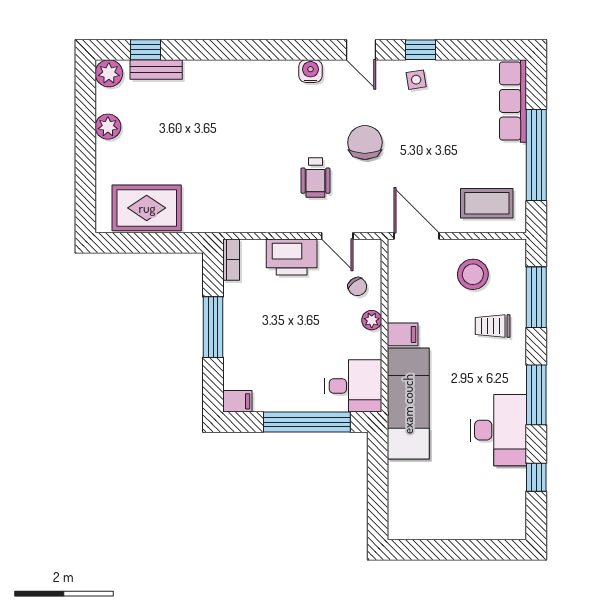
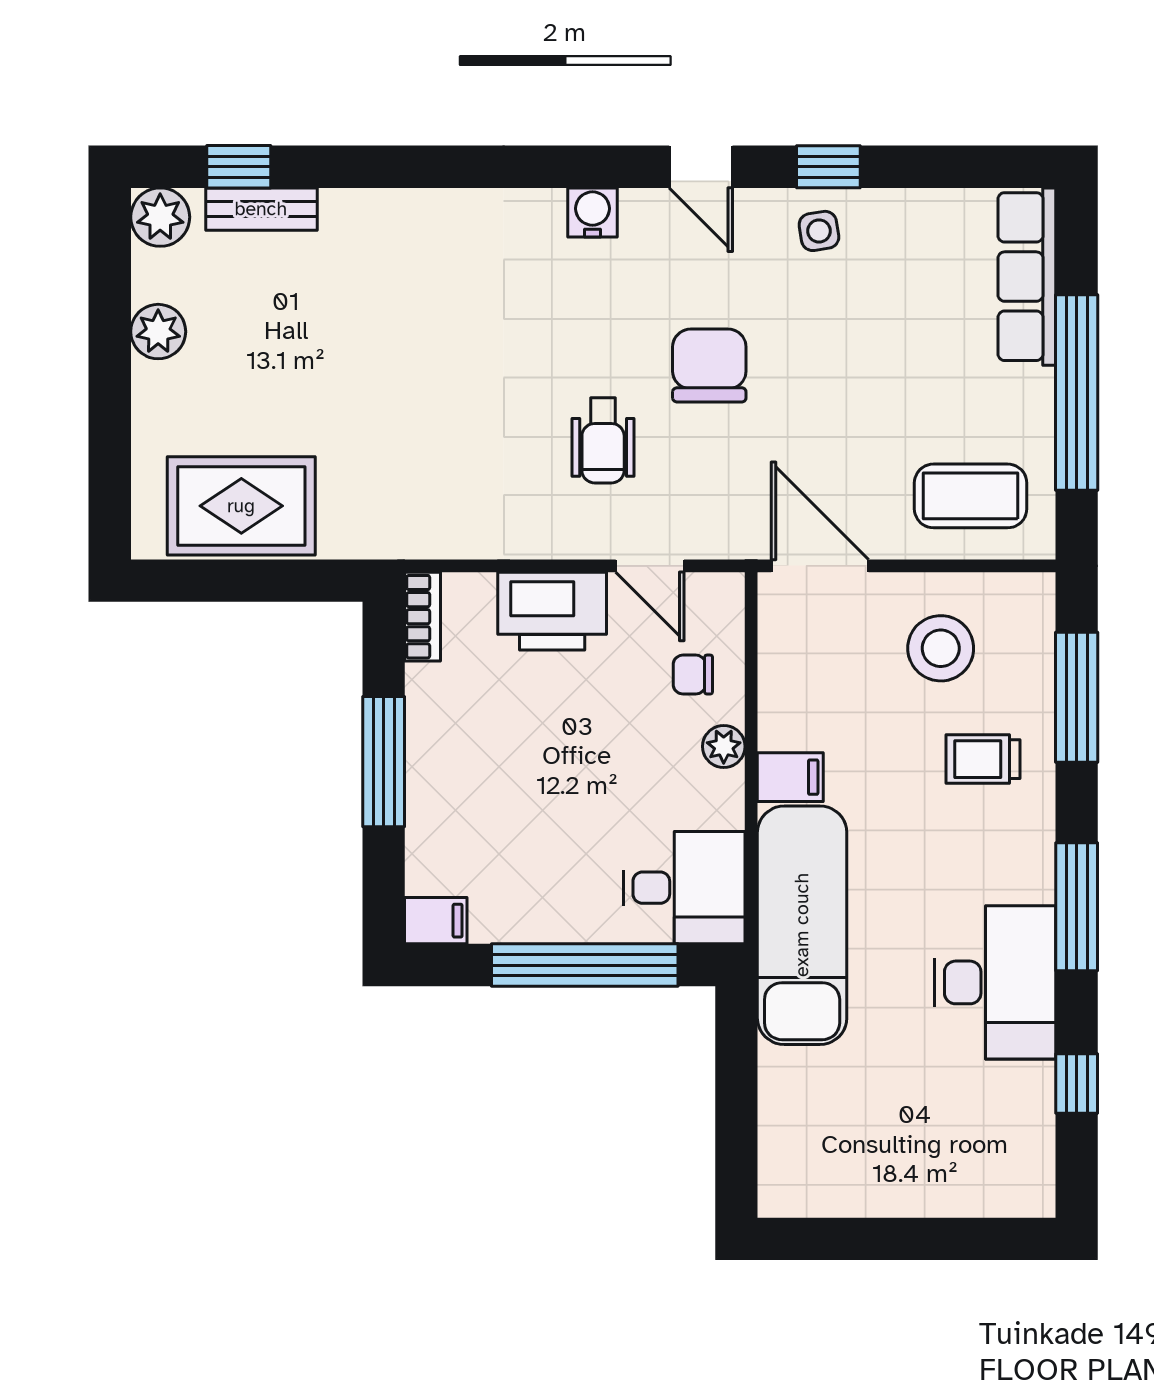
chair: (357, 287) -> (693, 675), turned 127

